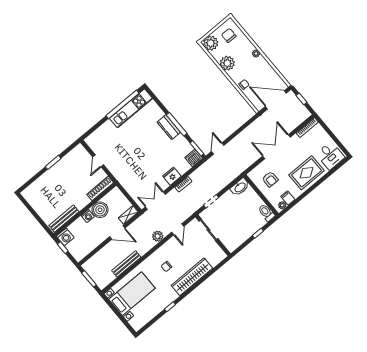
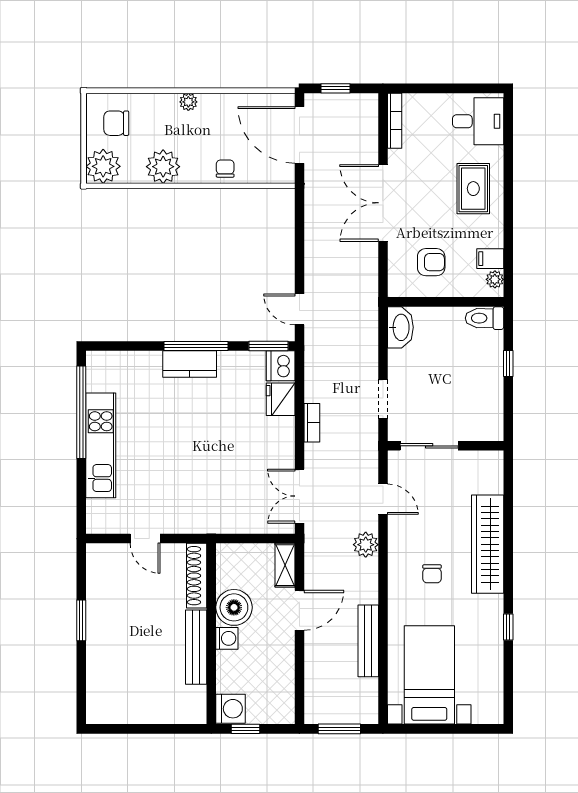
door: (276, 100) -> (299, 135), hinge flipped
kitchen unit: (131, 108) -> (101, 445), moved
rug: (306, 173) -> (473, 189), width x0.73, depth x0.70
fridge: (172, 176) -> (281, 399), moved
bench: (64, 219) -> (196, 647), moved

